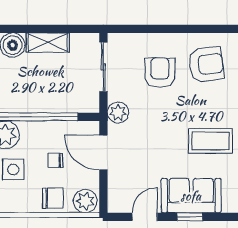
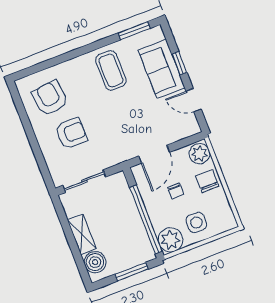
armchair: (160, 73) -> (71, 133), turned 180
plant: (118, 113) -> (117, 155), removed

